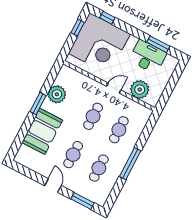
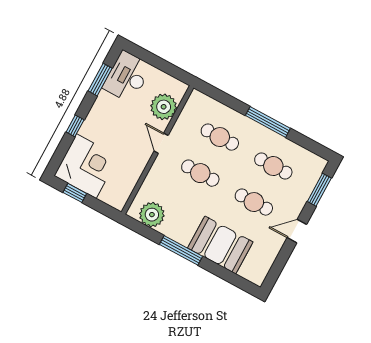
window: (107, 18) -> (75, 126), moved
corner desk: (99, 44) -> (86, 166), width x0.74, depth x0.74
desk: (148, 57) -> (127, 77), moved
plant: (57, 94) -> (152, 215), moved
window: (38, 103) -> (181, 250), width x1.44

